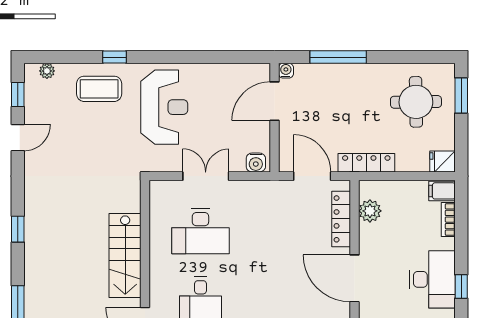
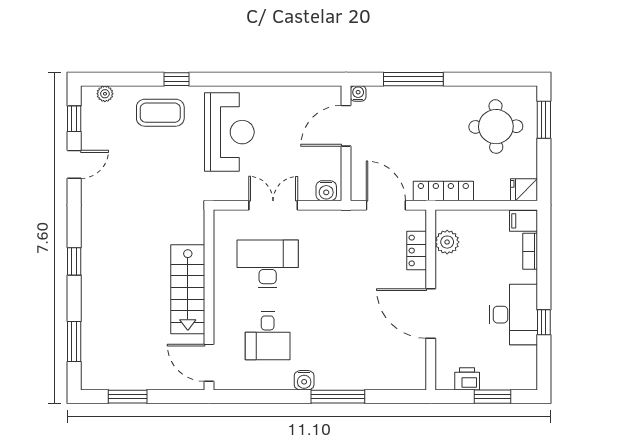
locker: (341, 219) -> (417, 251), width x0.66
desk: (200, 231) -> (268, 264), turned 180

